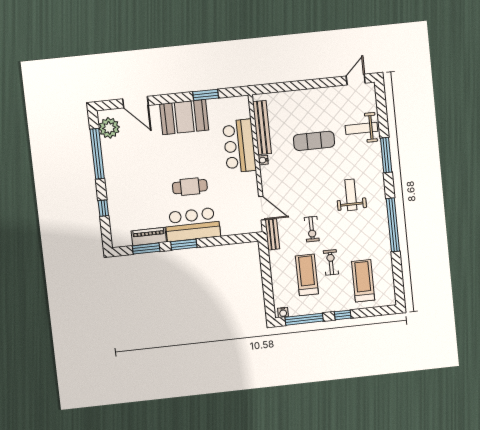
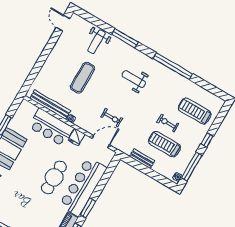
fridge: (248, 180) -> (77, 137), added
cafe table: (190, 187) -> (54, 177), width x1.37, depth x1.35
bar counter: (193, 225) -> (83, 187), width x1.36
exercise bike: (312, 229) -> (112, 118), moved
bench: (272, 234) -> (142, 159), moved

